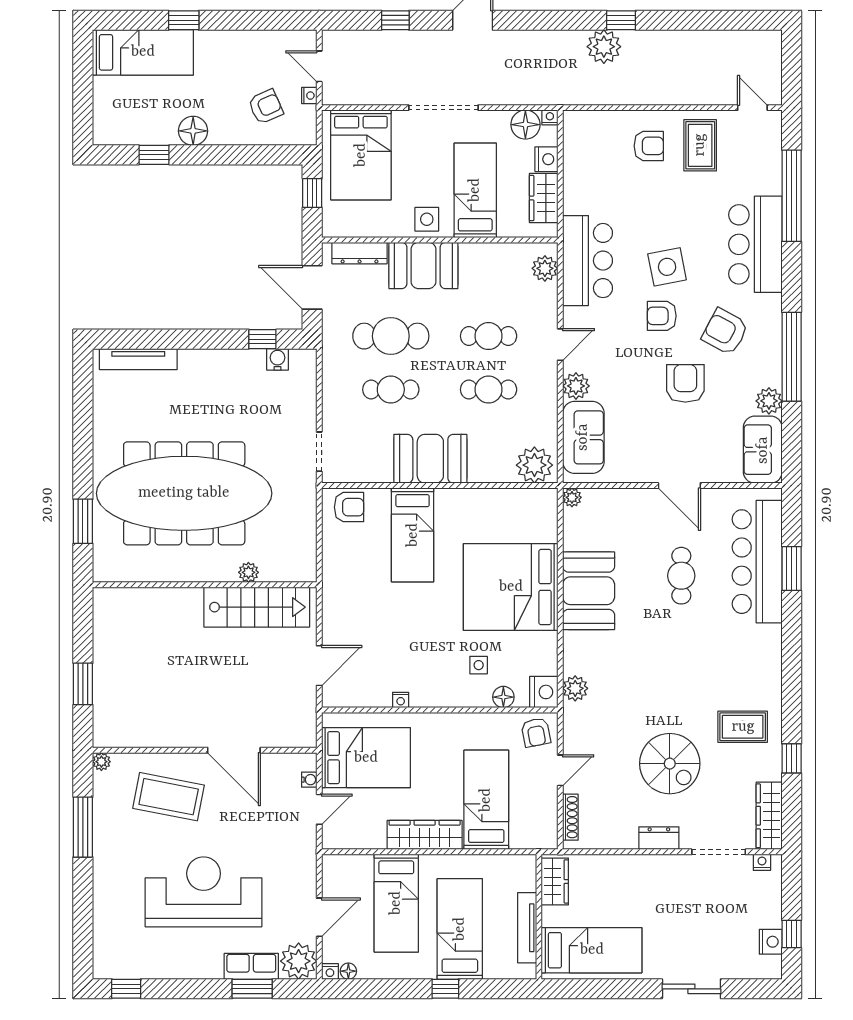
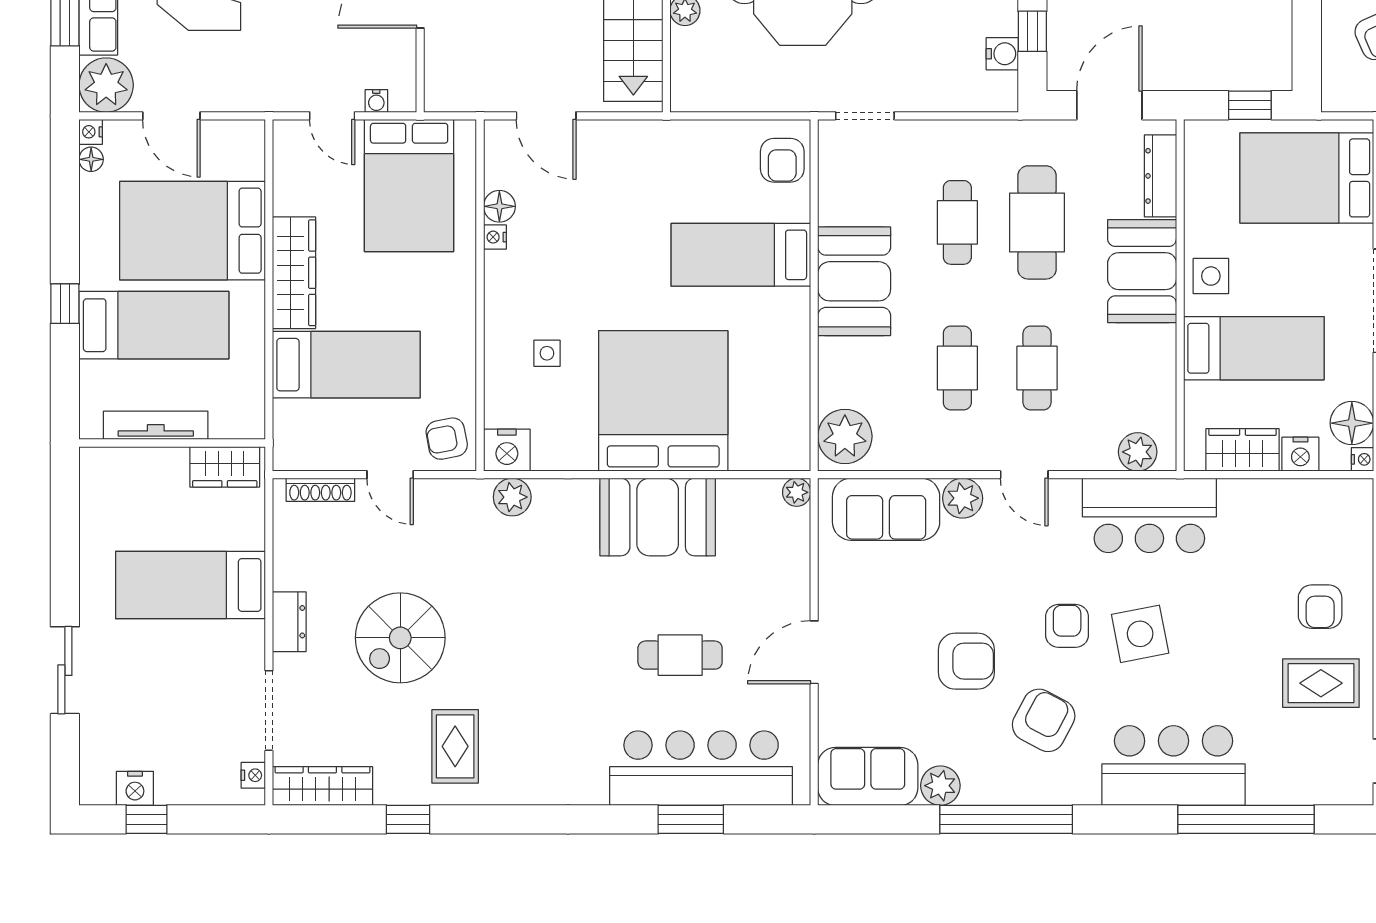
floor lamp: (503, 697) -> (499, 206), moved
bed: (396, 903) -> (192, 231), width x1.50
bed: (592, 950) -> (190, 585), moved, turned 90

